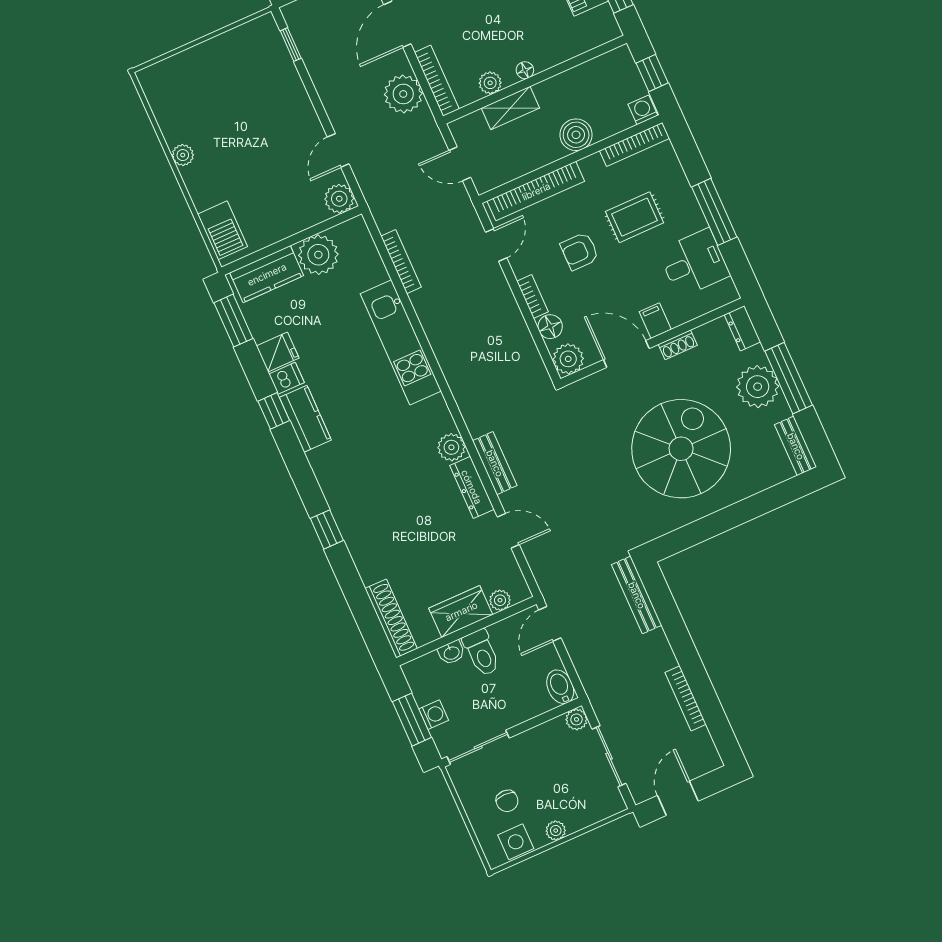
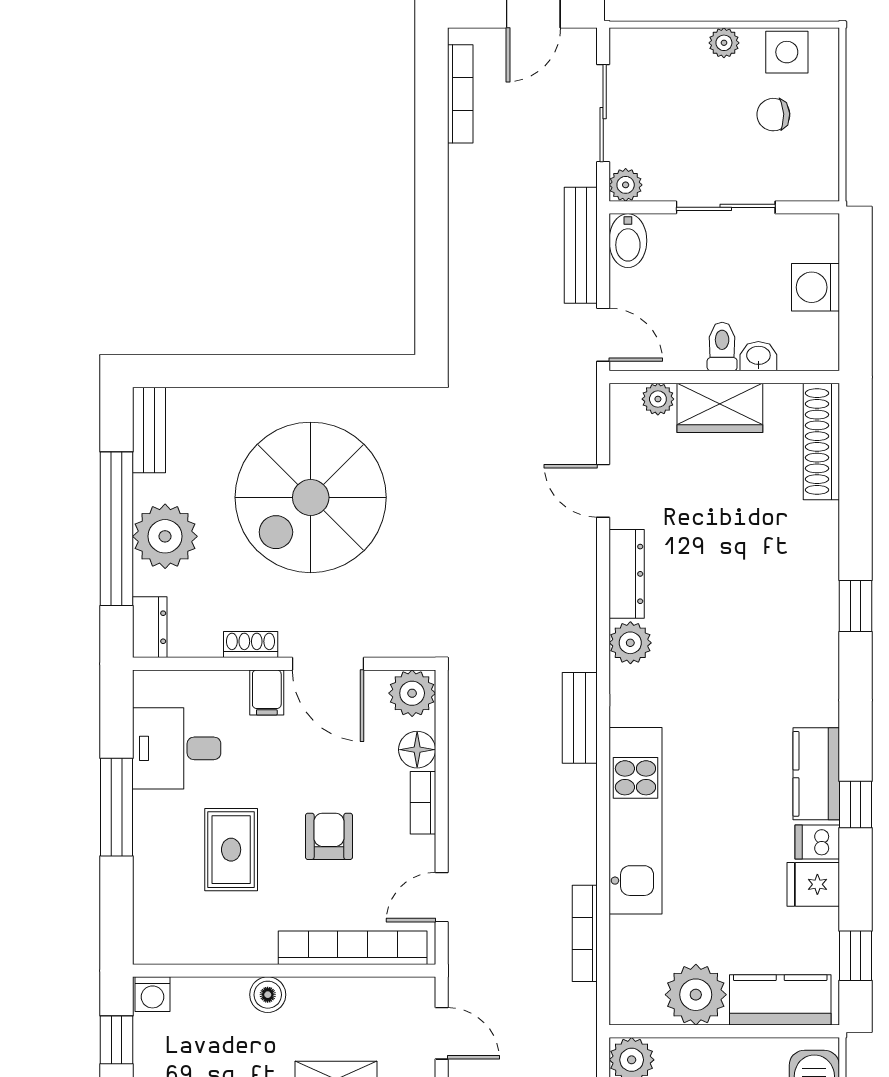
boiler: (576, 135) -> (268, 995), width x0.73, depth x0.73
bookcase: (635, 145) -> (186, 951), removed
rug: (635, 217) -> (231, 850), turned 90
armchair: (580, 251) -> (329, 836), turned -90
window: (233, 321) -> (856, 956), width x0.67
window: (789, 378) -> (116, 529), width x1.46
bench: (495, 463) -> (580, 718), moved
bench: (637, 595) -> (581, 245), moved
door: (550, 624) -> (603, 335), hinge flipped
toilet: (482, 653) -> (722, 347), width x0.73, depth x0.72
bookcase: (686, 698) -> (460, 94), moved
washing machine: (434, 715) -> (815, 287), width x1.38, depth x1.38
window: (412, 720) -> (856, 287), removed
sliding door: (478, 747) -> (726, 207), moved
chair: (507, 801) -> (773, 115), turned -93

